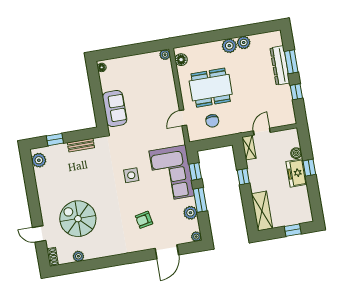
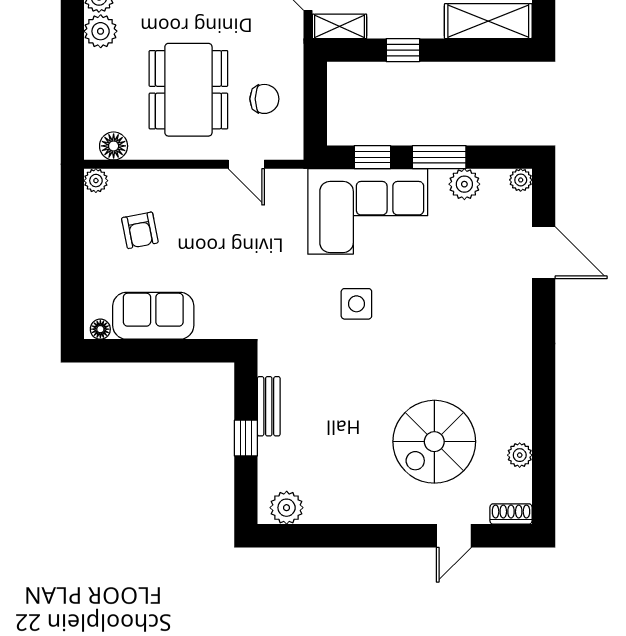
sofa: (115, 108) -> (153, 316), moved
window: (55, 140) -> (246, 438), moved
armchair: (144, 220) -> (140, 230), moved

